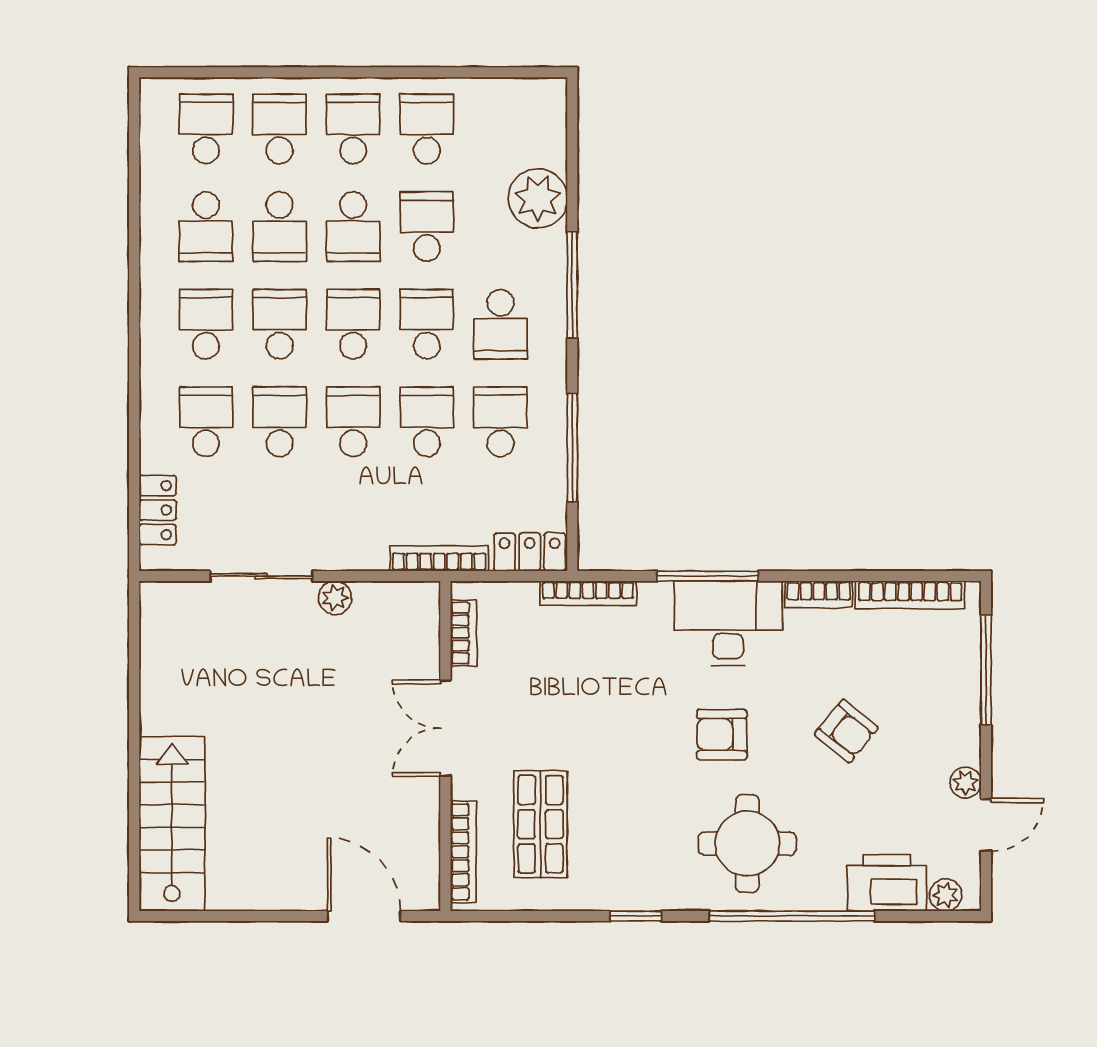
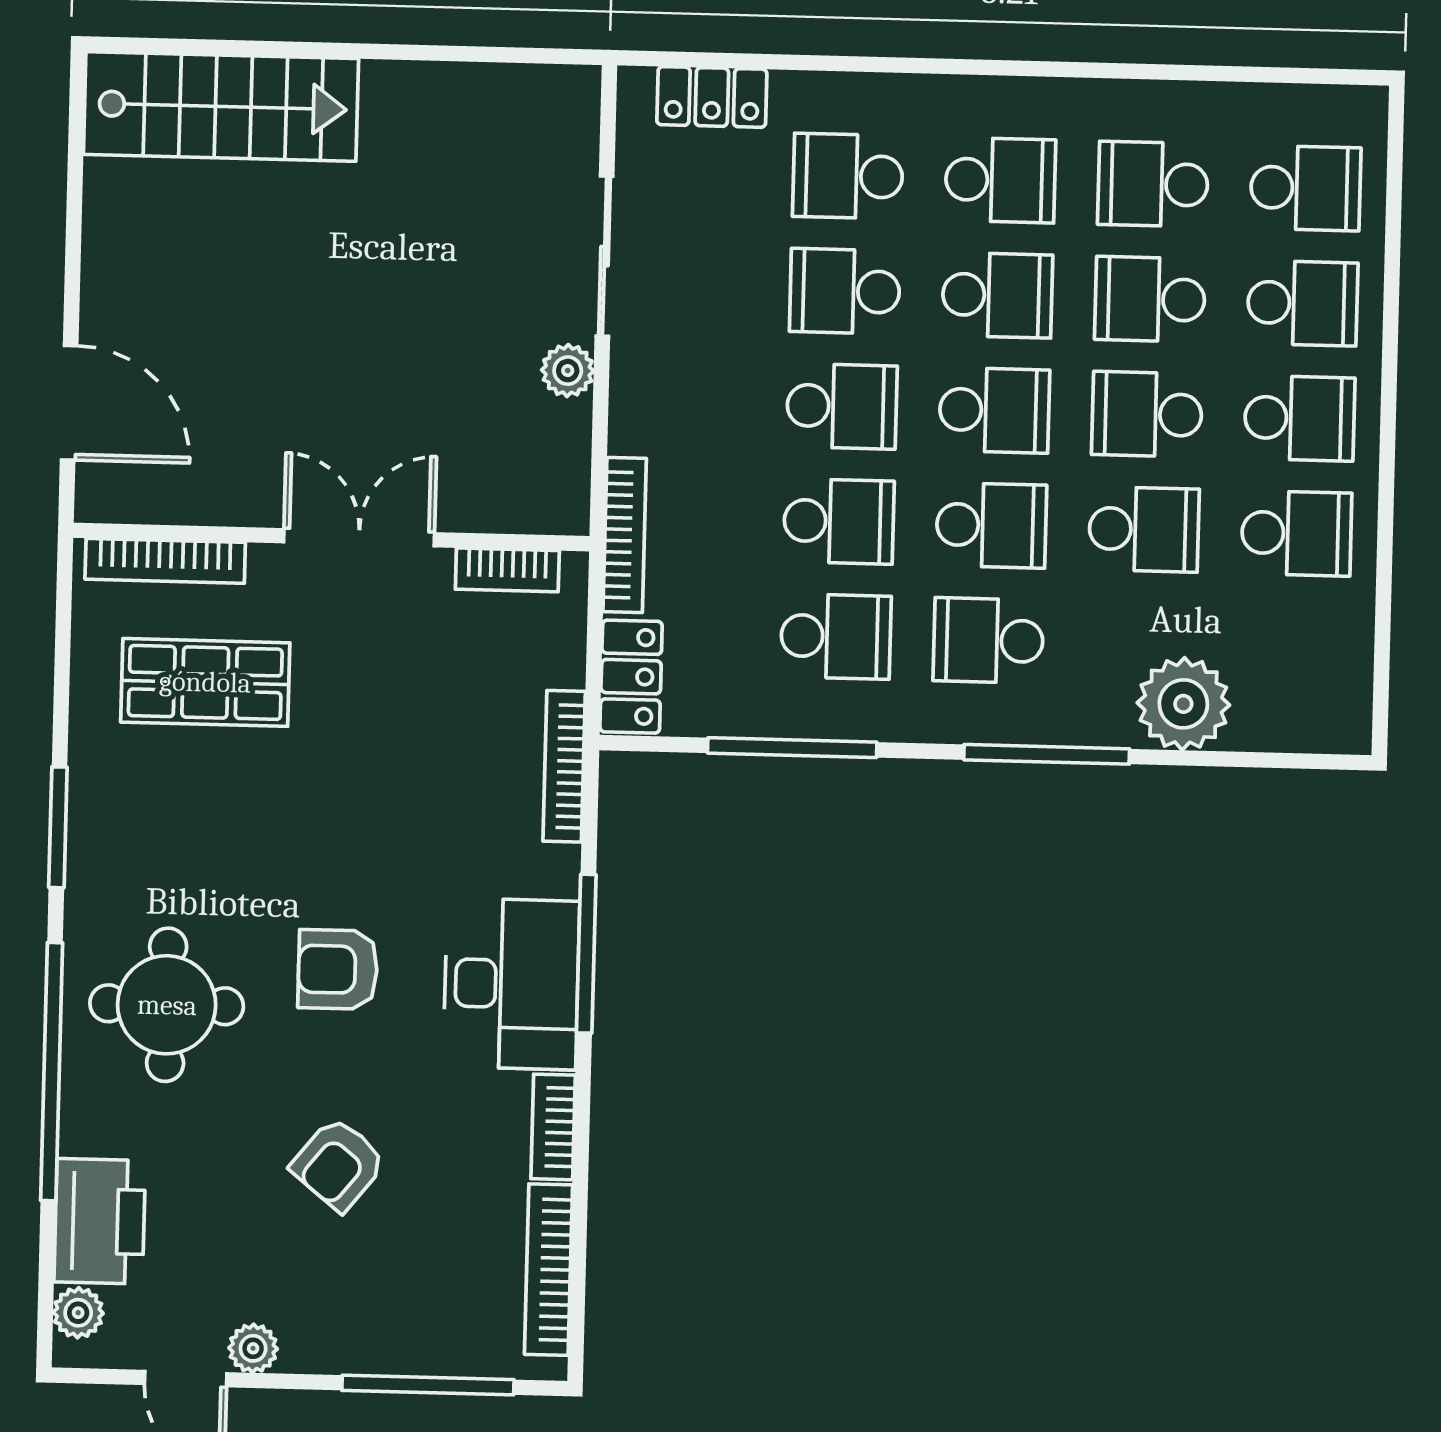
school desk: (206, 422) -> (848, 176), turned 180
school desk: (280, 422) -> (845, 291), turned 180
armchair: (722, 735) -> (338, 969), turned -90
door: (364, 916) -> (69, 403), hinge flipped
window: (636, 916) -> (58, 827), width x1.50

